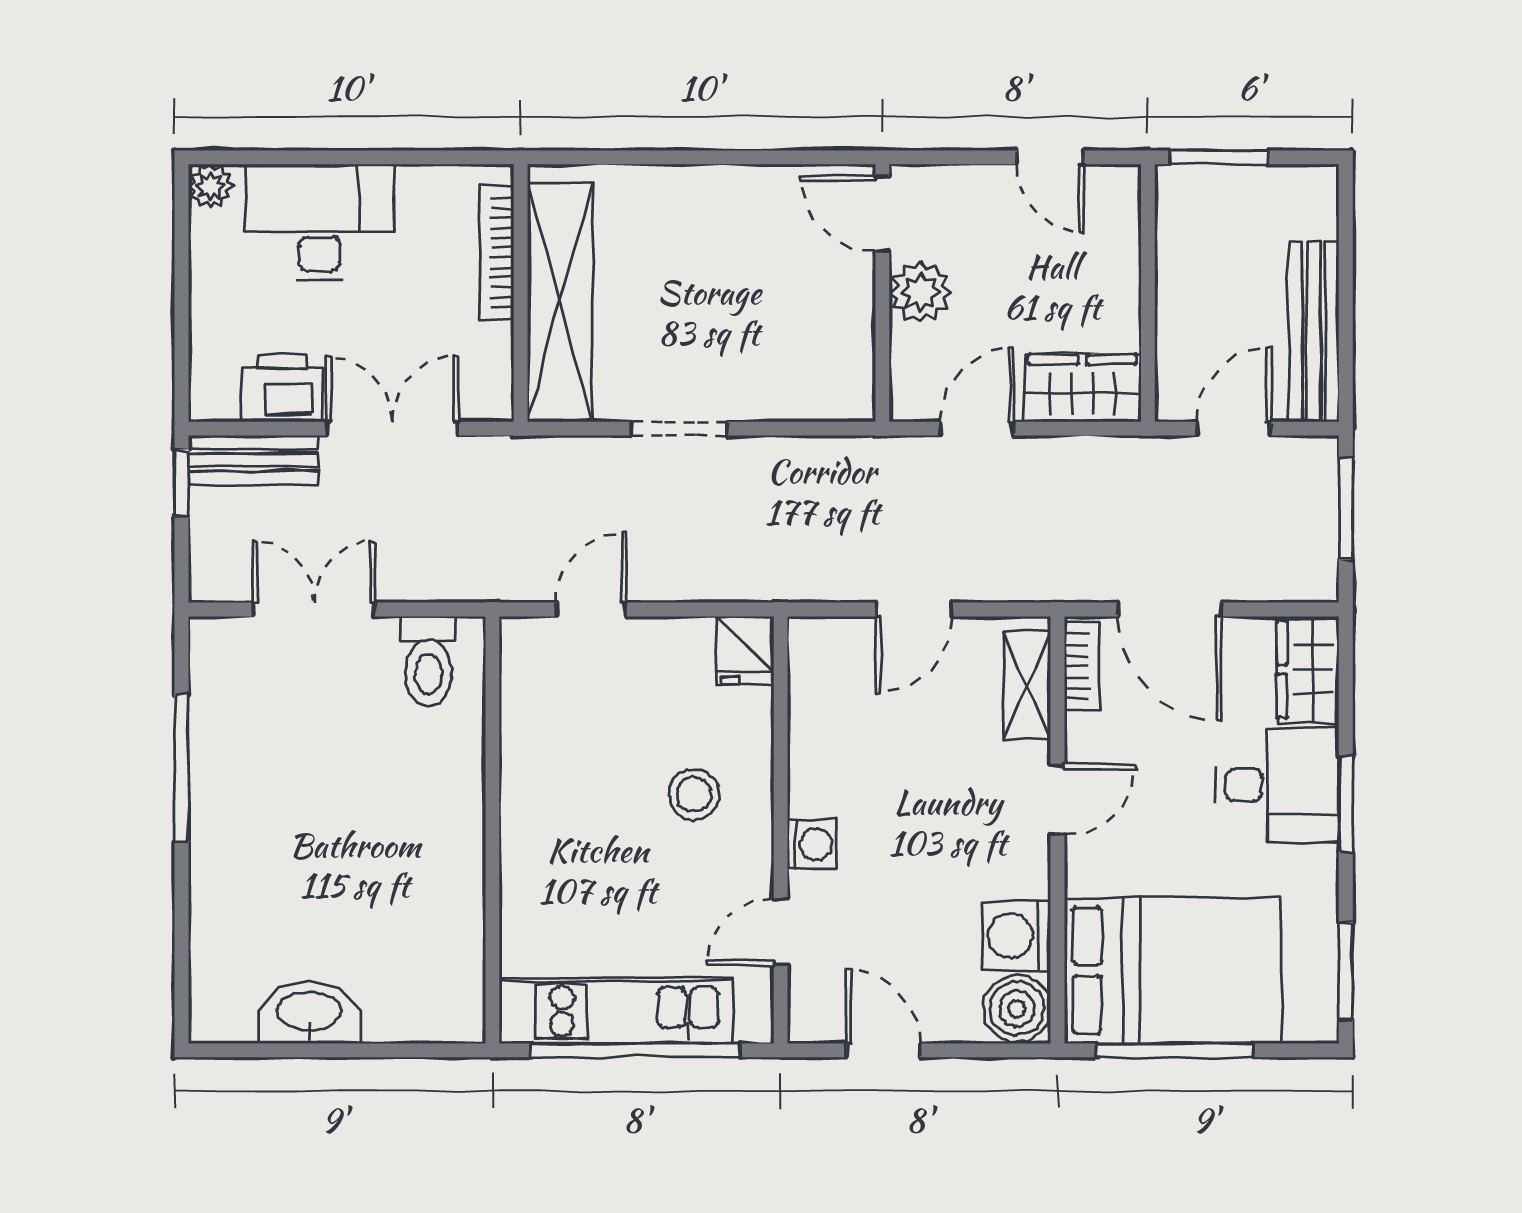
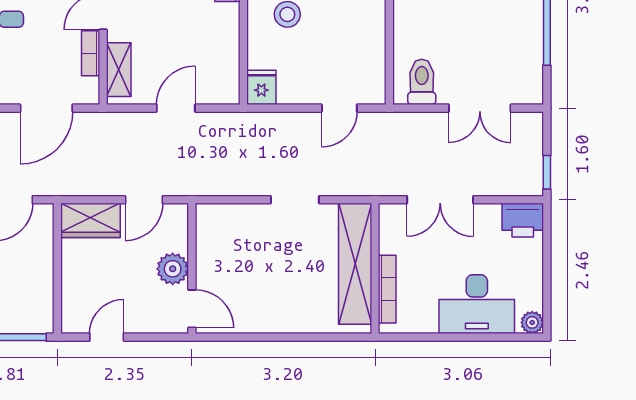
door: (1051, 157) -> (107, 337), hinge flipped
printer: (282, 388) -> (523, 220), moved
bench: (253, 460) -> (510, 184), removed
door: (1170, 609) -> (46, 108), swing flipped
bookcase: (1082, 667) -> (91, 53), moved

